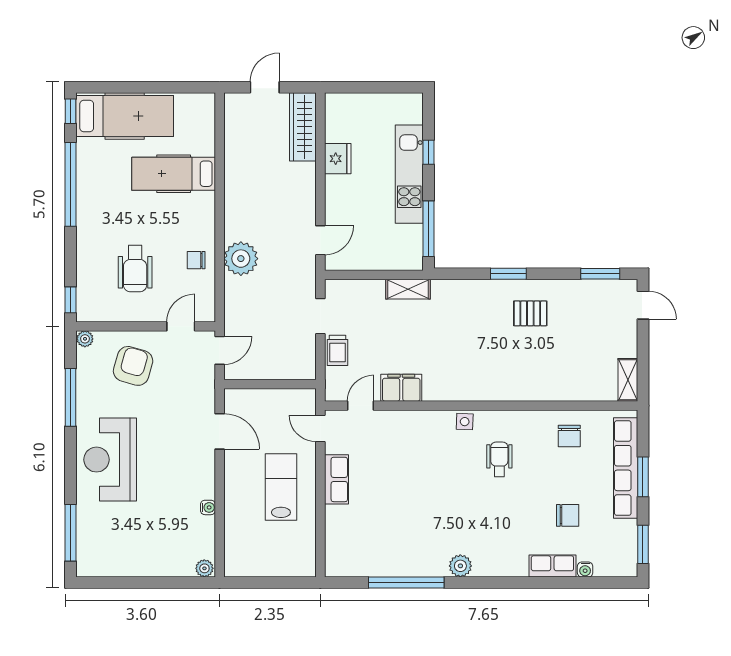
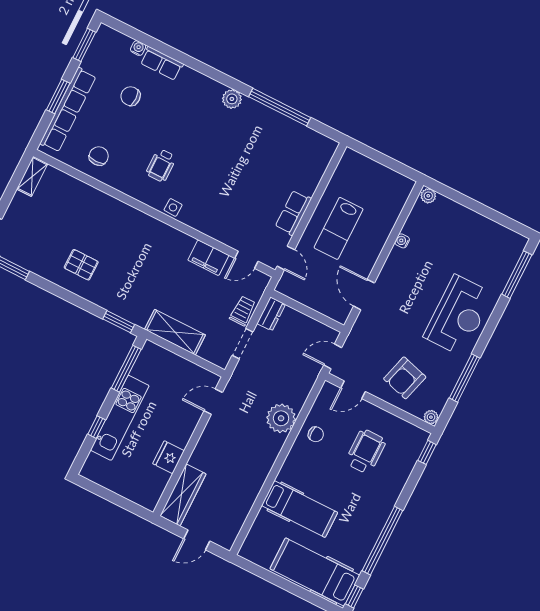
window: (508, 274) -> (119, 322), moved
shelving: (408, 289) -> (175, 332), width x1.50, depth x1.33
dresser: (306, 362) -> (271, 314), added

